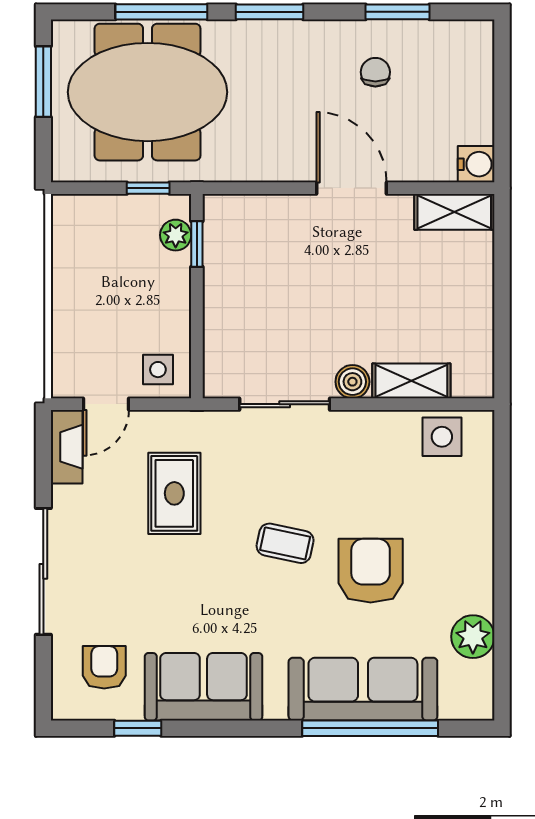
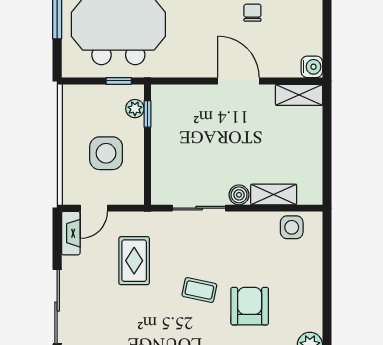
side table: (158, 370) -> (106, 153), moved, width x1.87, depth x1.87

